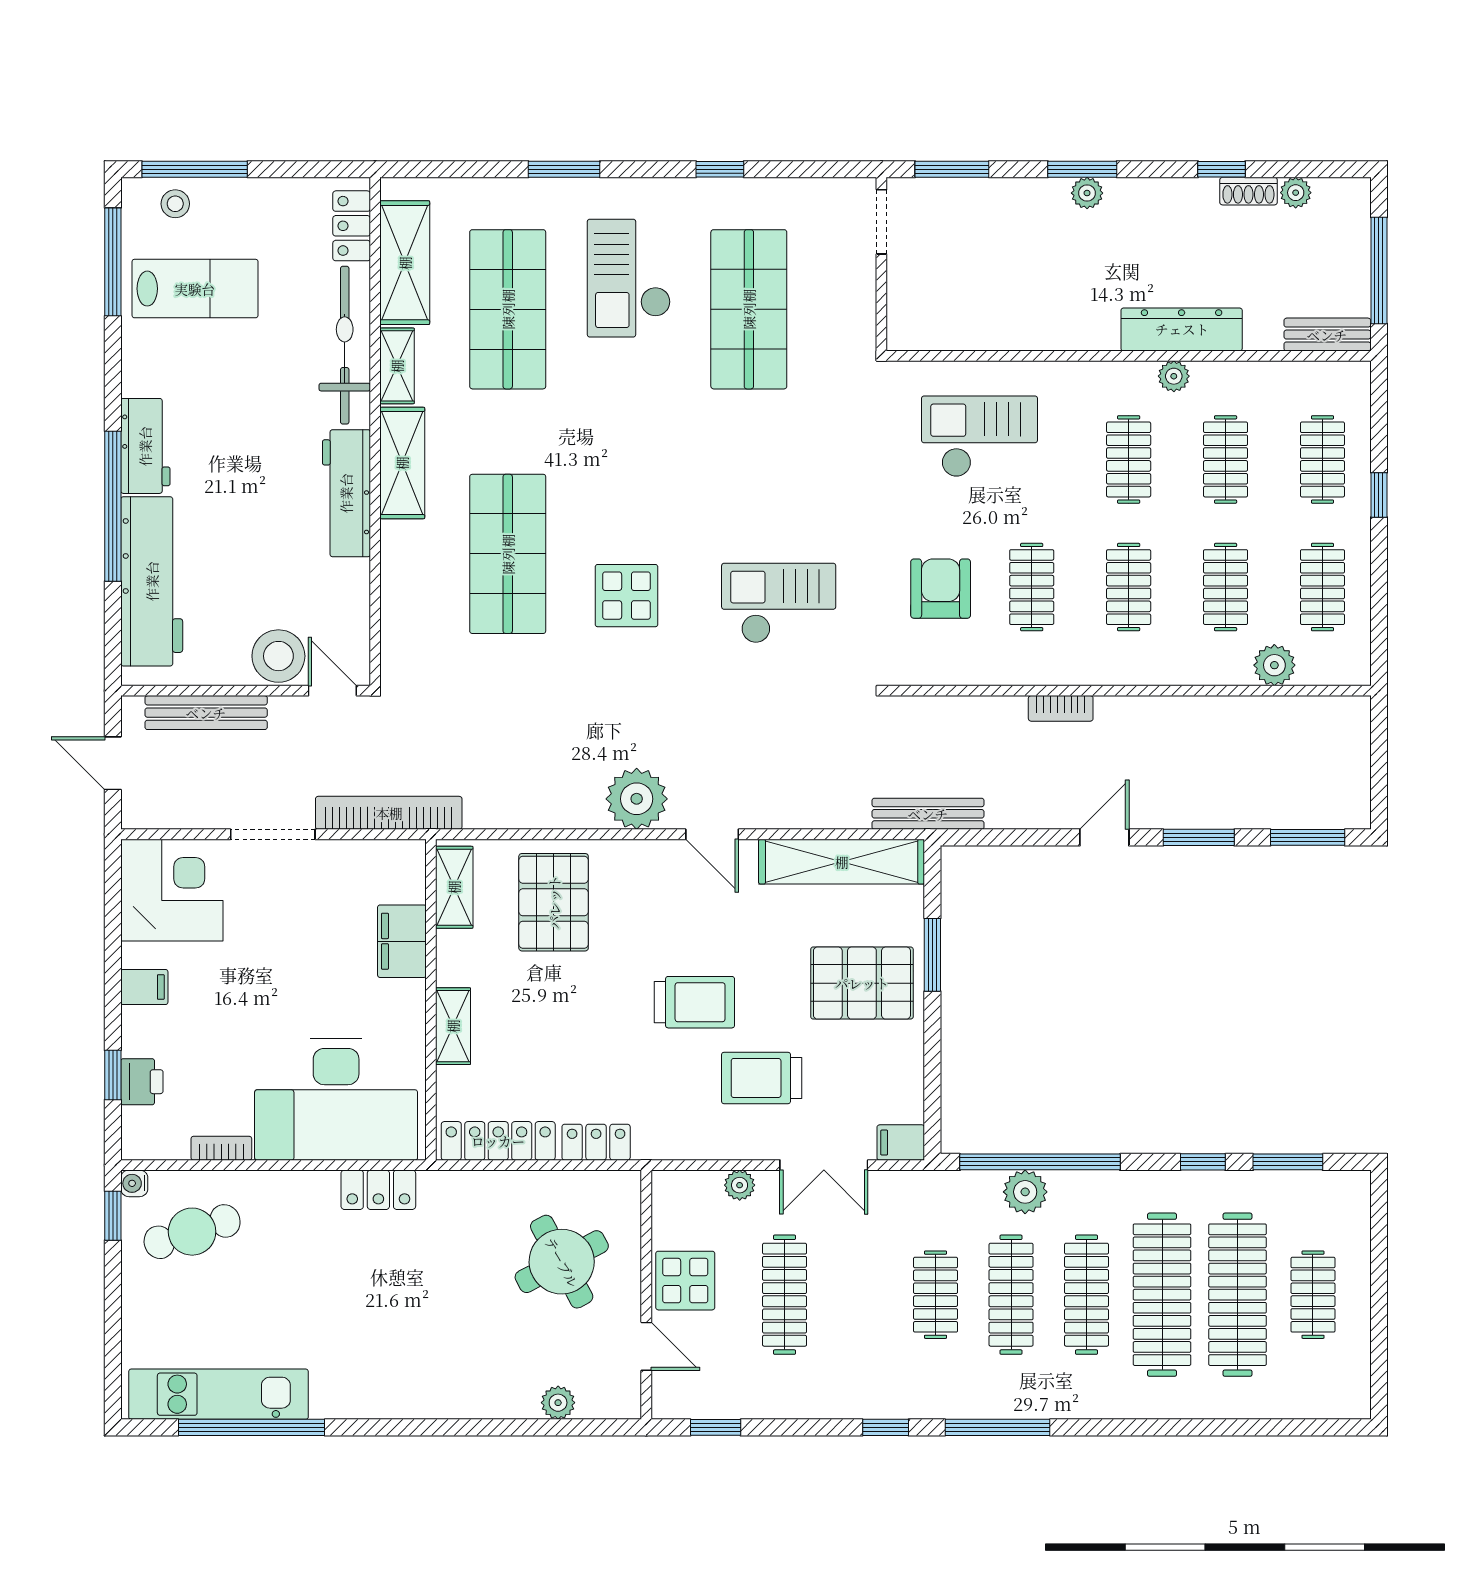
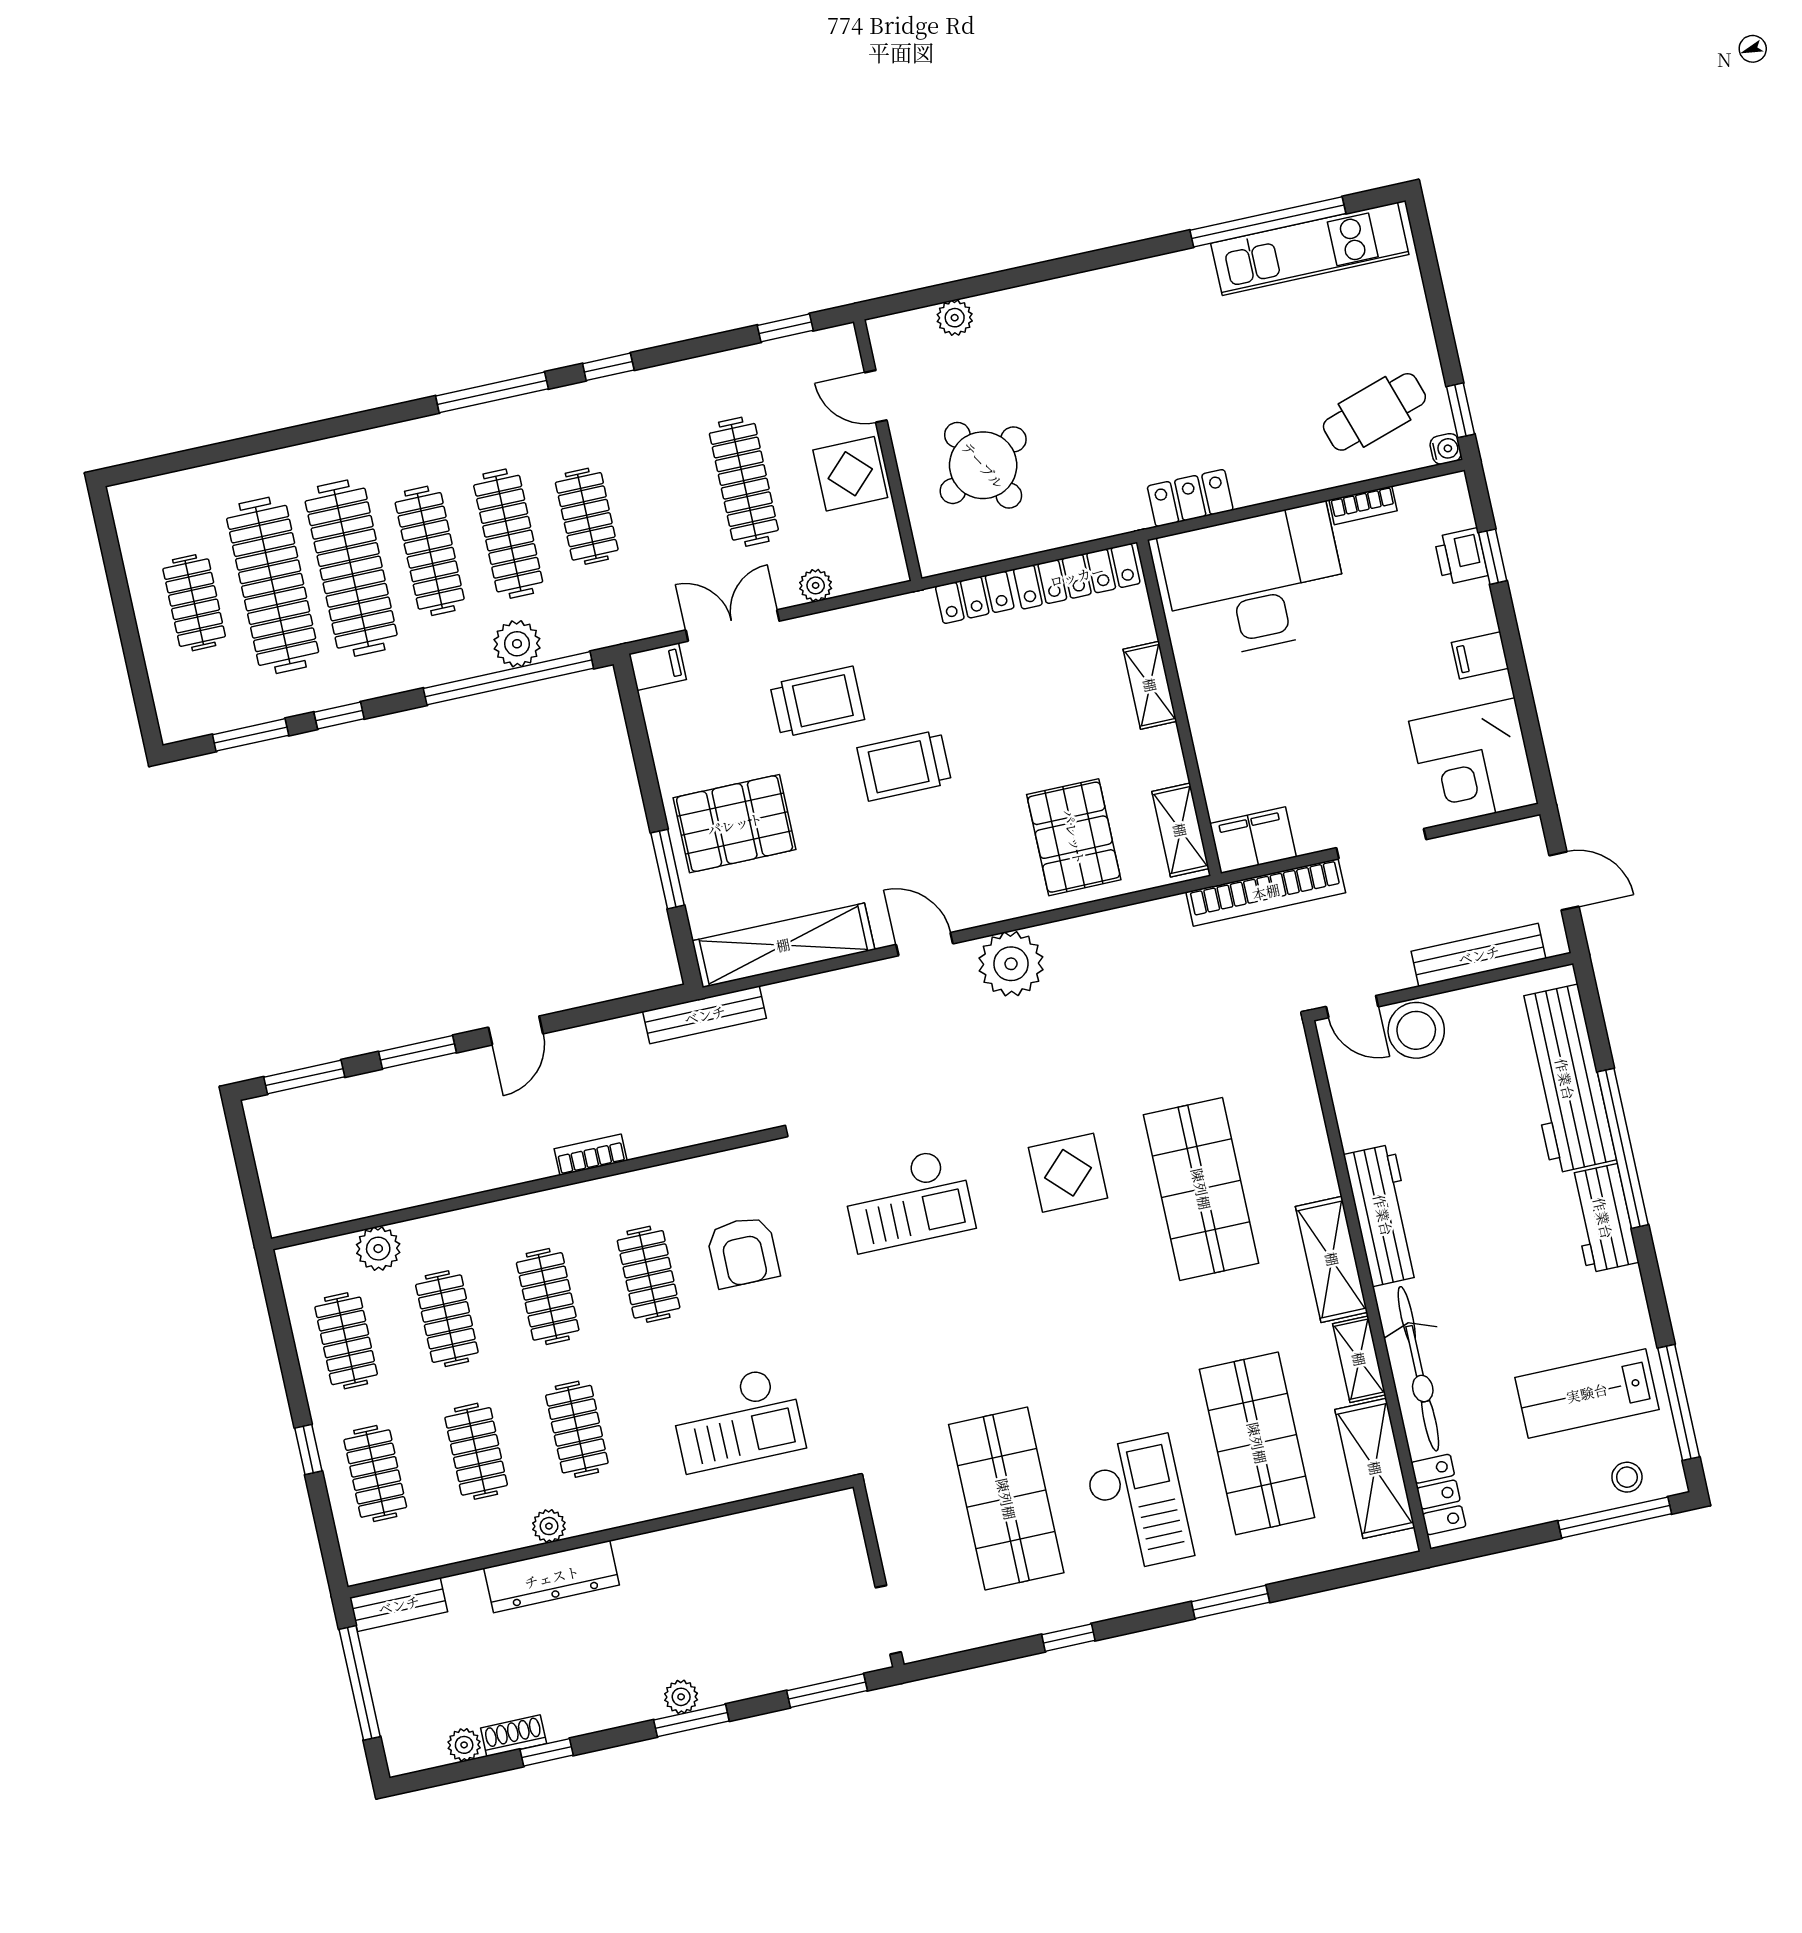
filing cabinet: (402, 941) -> (1253, 840), moved, turned -90

